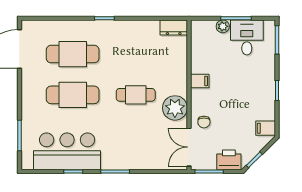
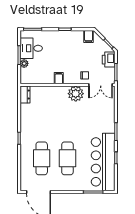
cafe table: (136, 95) -> (67, 119), removed
bar counter: (67, 151) -> (103, 162), width x1.36

